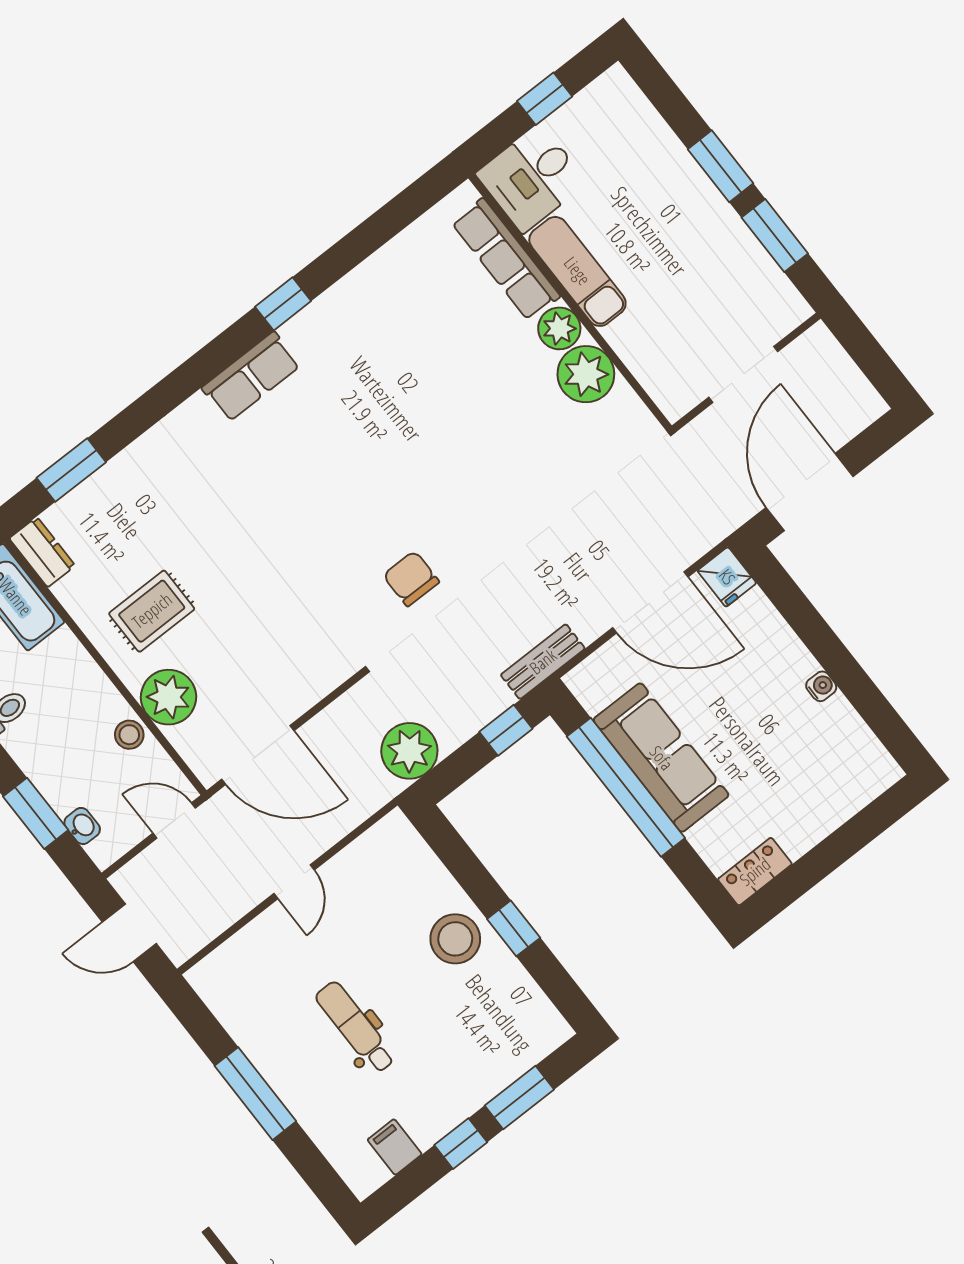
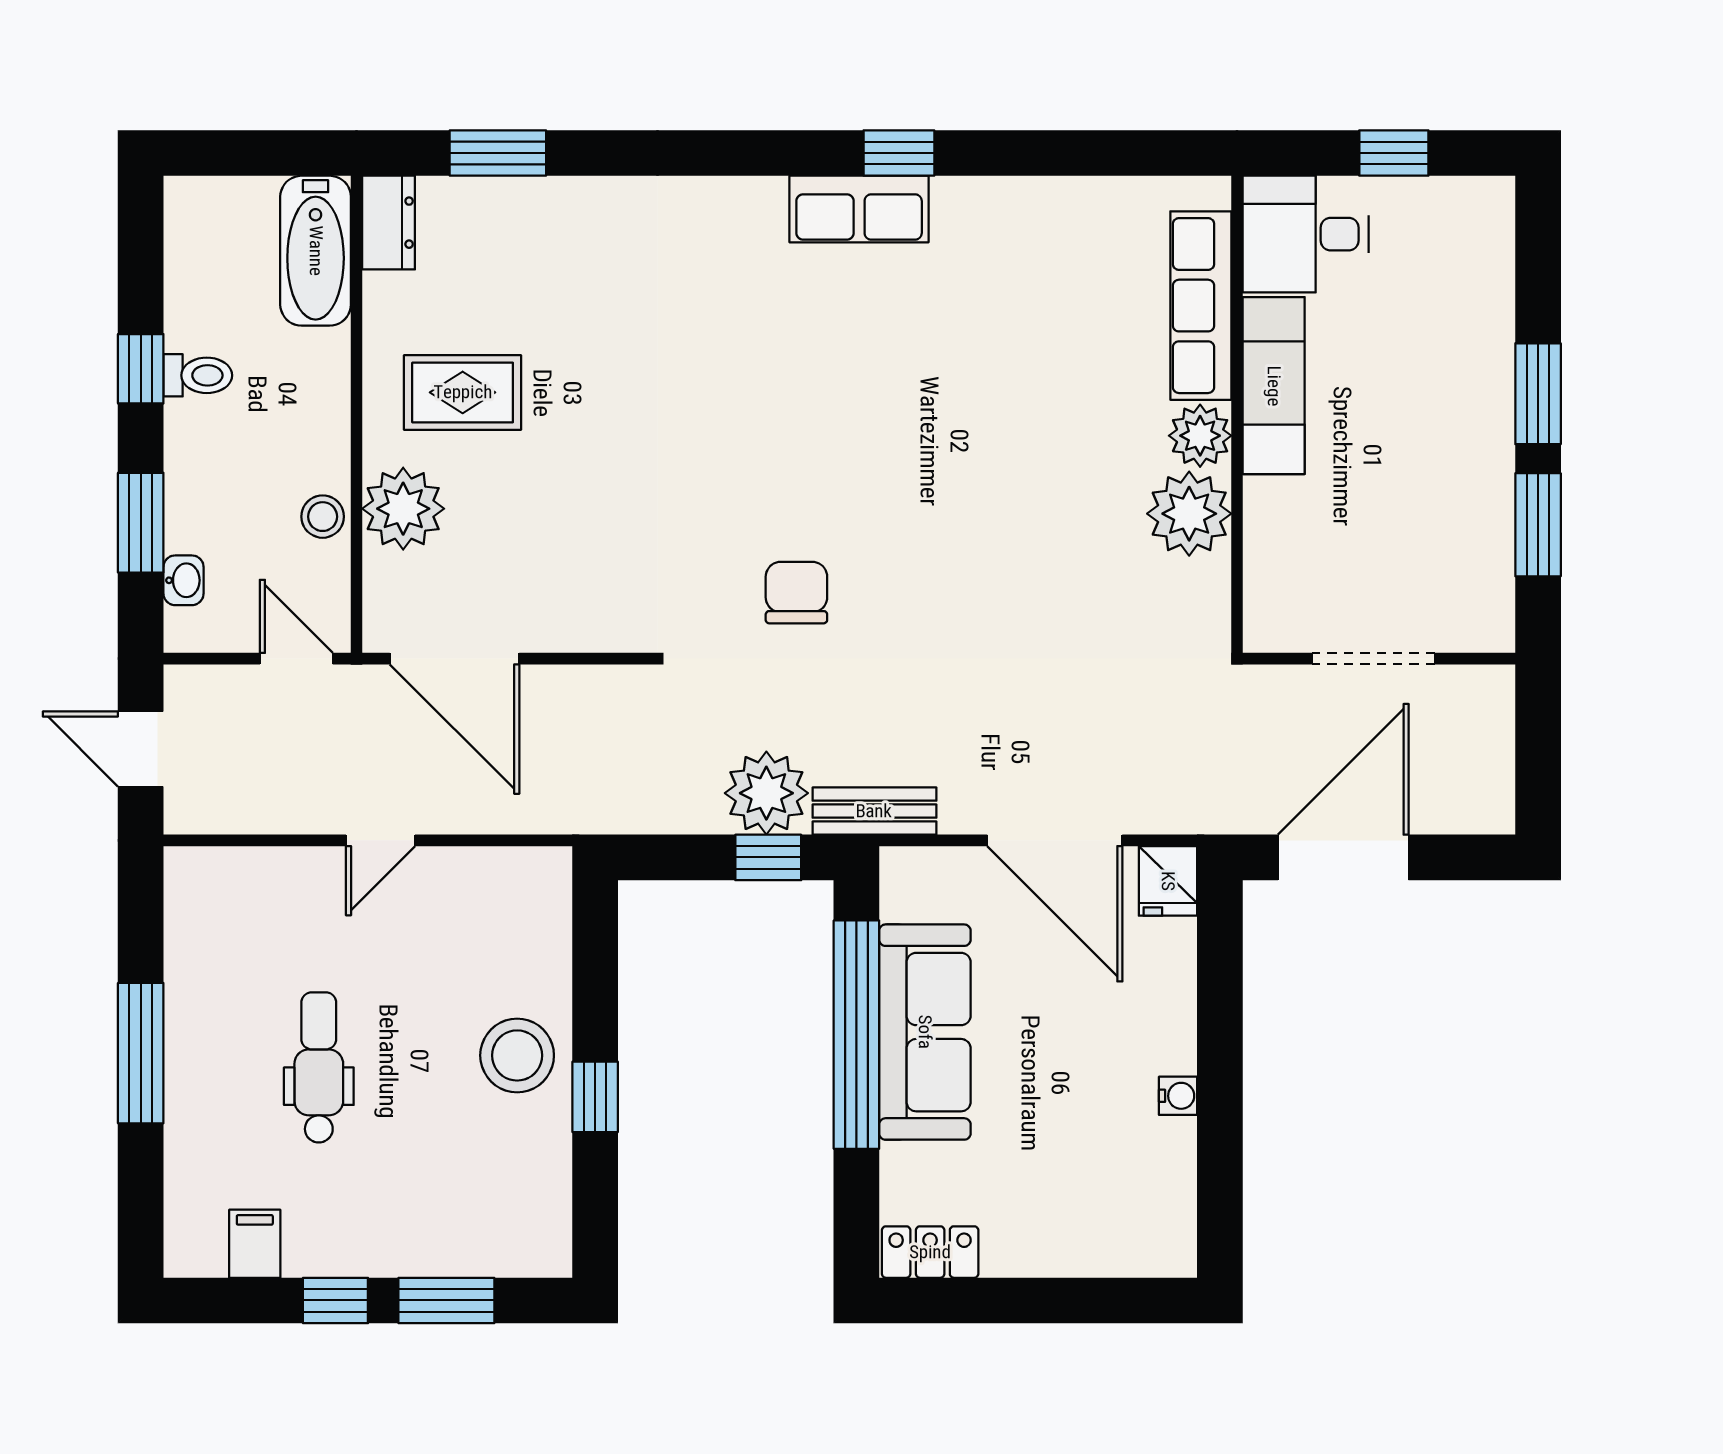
row of seats: (251, 377) -> (859, 209), moved
plant: (409, 751) -> (766, 793), moved

